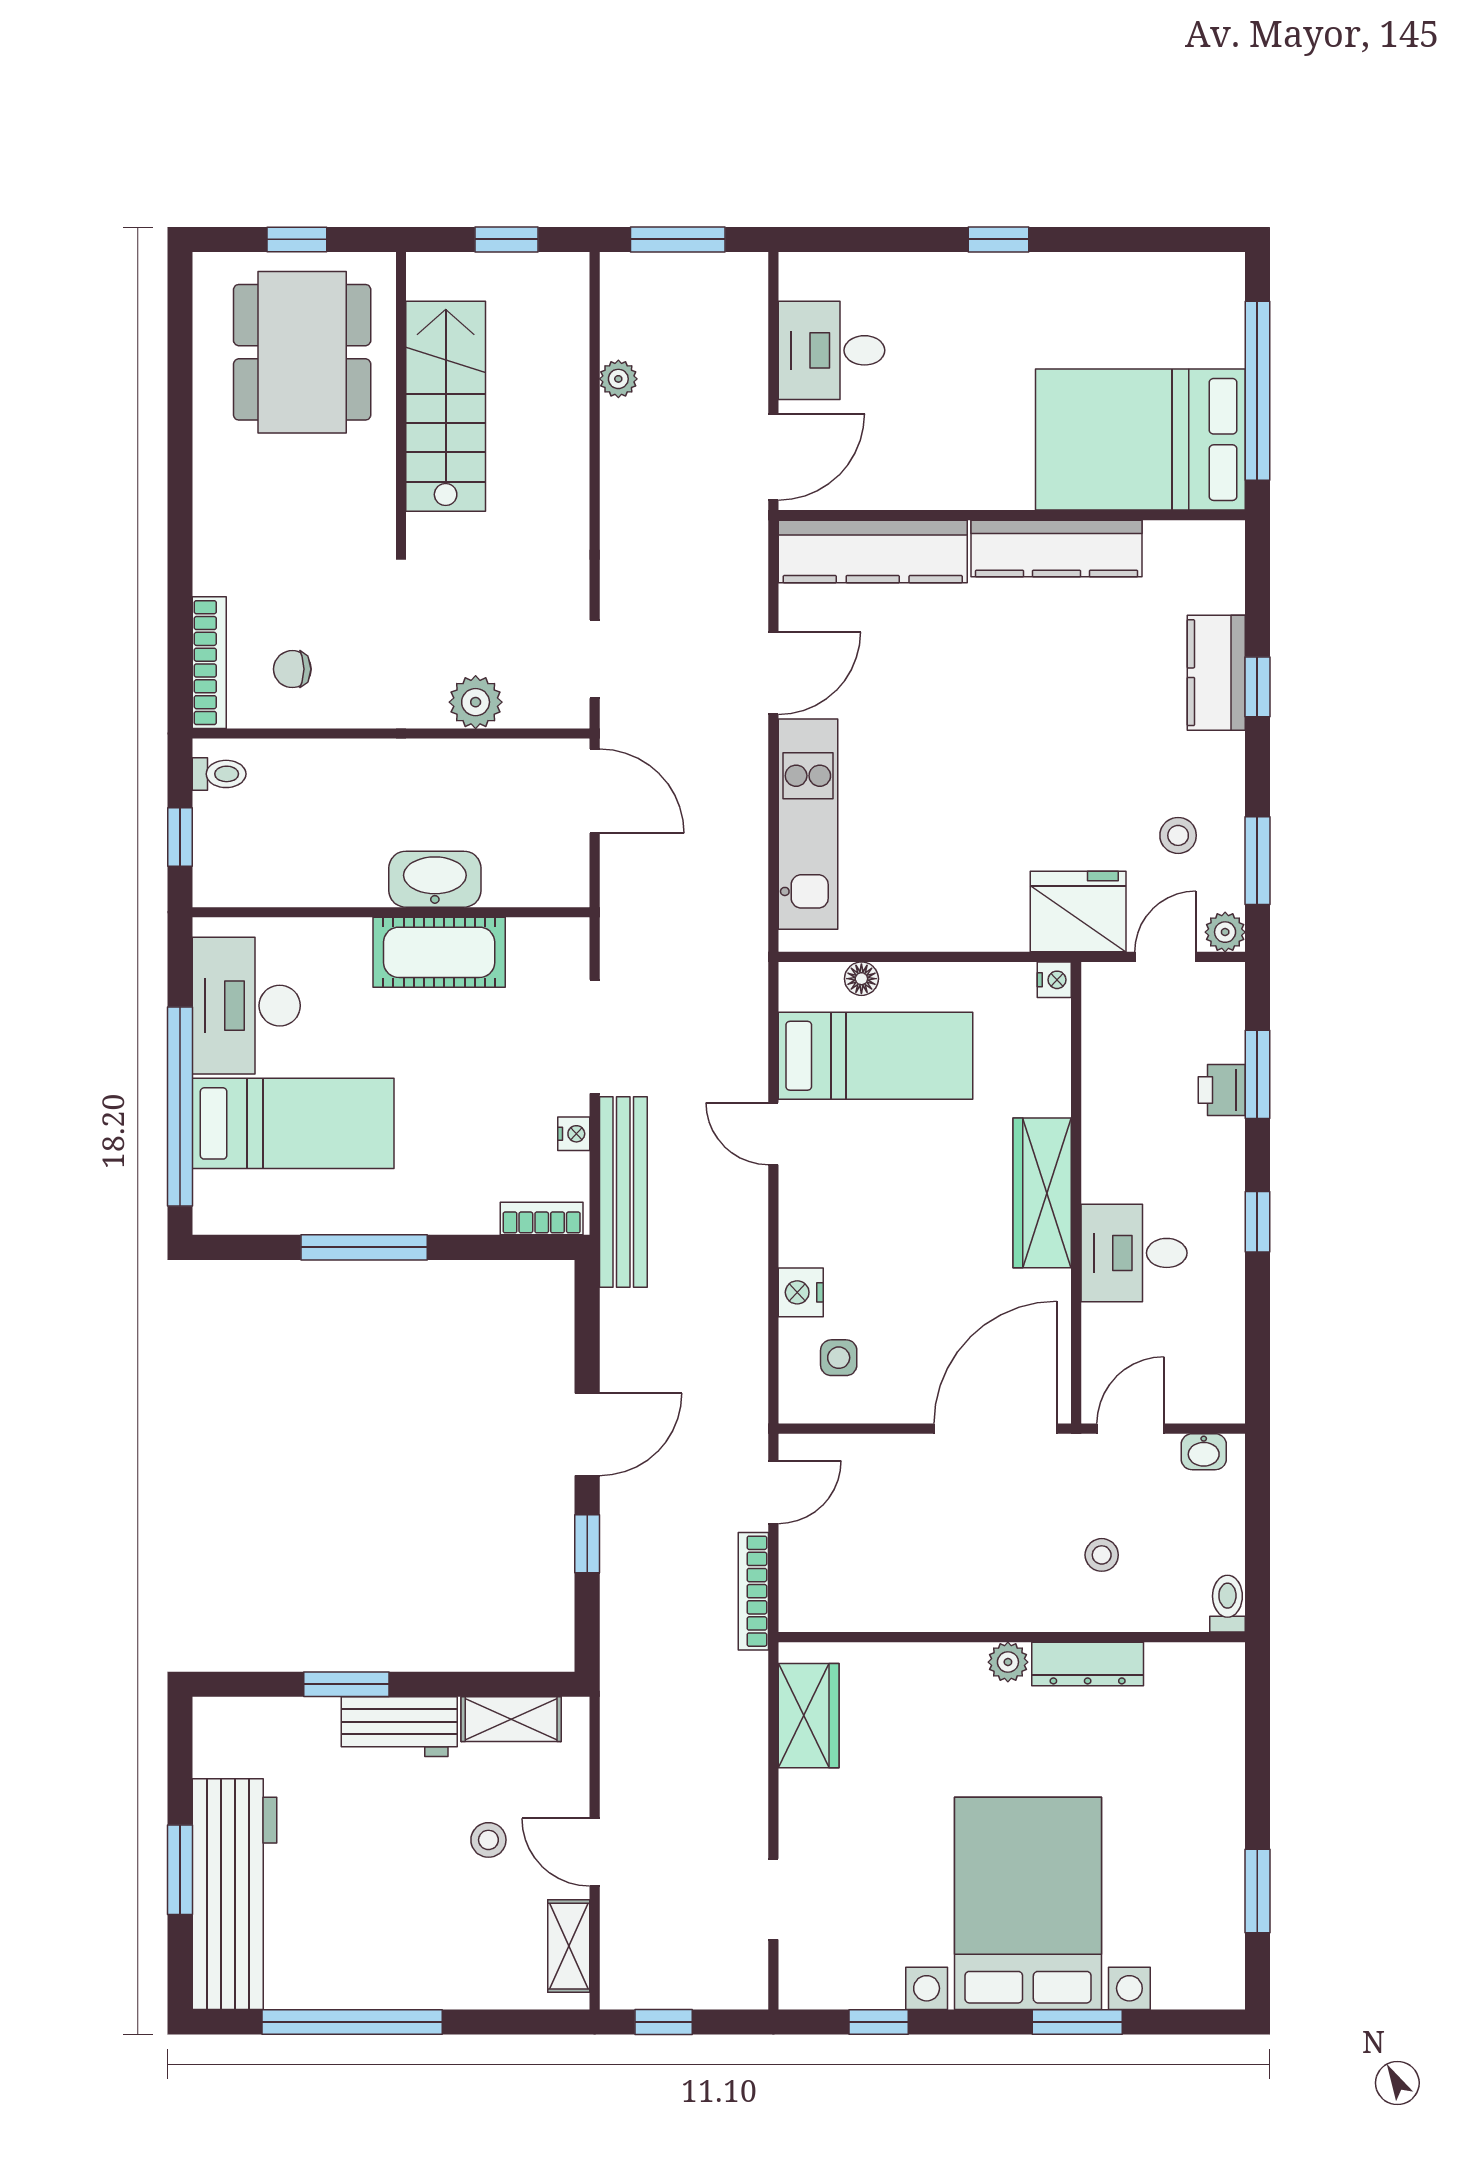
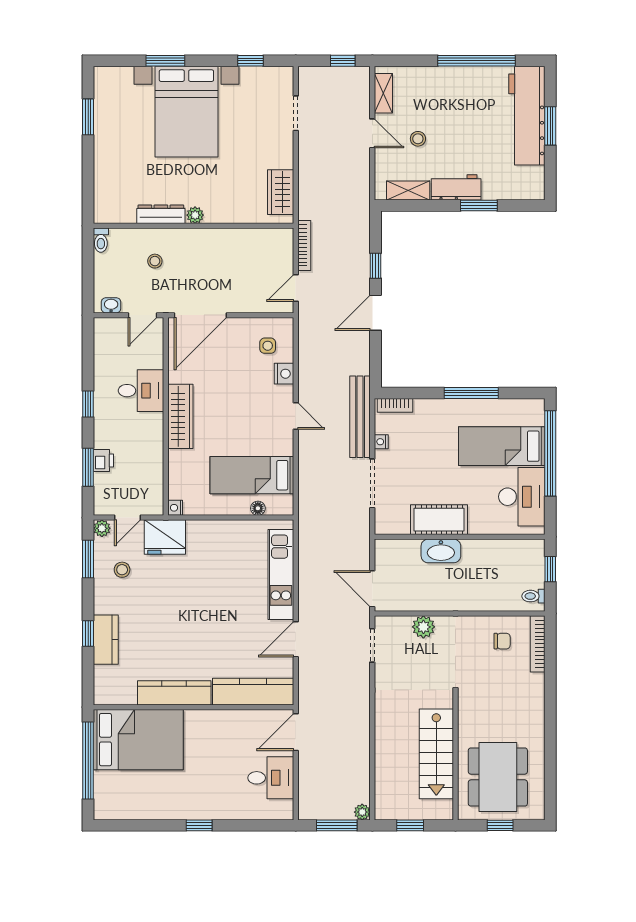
plant: (618, 379) -> (362, 812), moved
door: (773, 1134) -> (296, 416), moved

